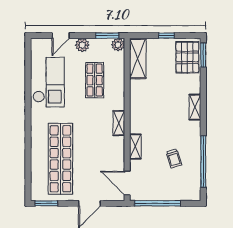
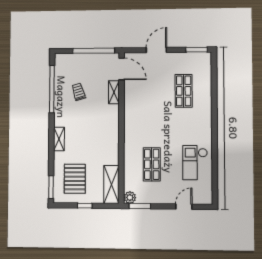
plant: (82, 45) -> (163, 198), removed
pallet: (187, 57) -> (75, 179), moved
checkout: (49, 82) -> (195, 163), width x0.73, depth x0.83
shelving: (119, 123) -> (129, 124), removed
shelving: (135, 147) -> (114, 92), moved
shop shelf: (60, 159) -> (184, 91), width x0.50, depth x0.74

